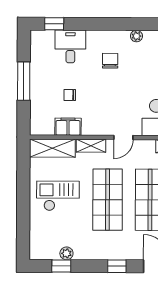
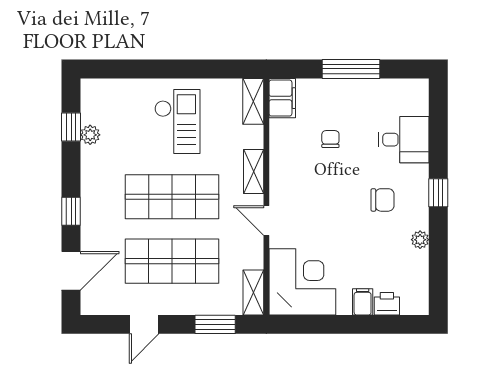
window: (54, 24) -> (438, 193), moved
filing cabinet: (68, 127) -> (282, 98), moved
shelving: (52, 148) -> (253, 101), width x0.67, depth x0.75

